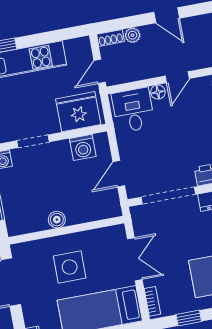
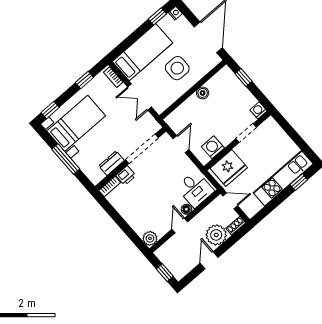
door: (167, 15) -> (209, 260), hinge flipped
plant: (133, 35) -> (216, 235), width x1.88, depth x1.88
door: (100, 71) -> (230, 201), hinge flipped

